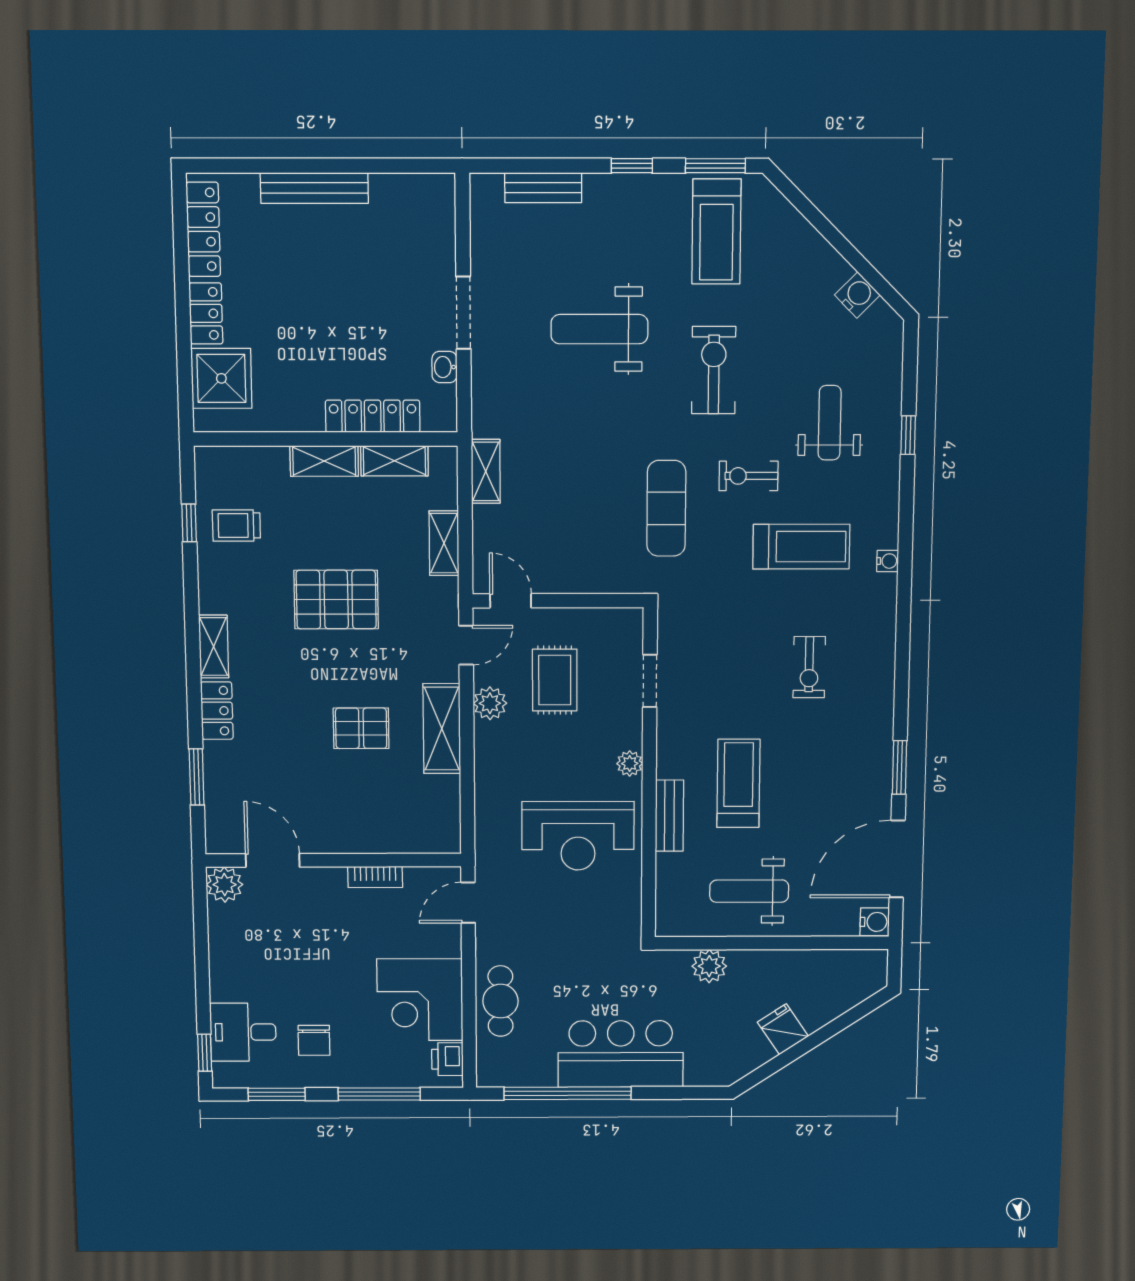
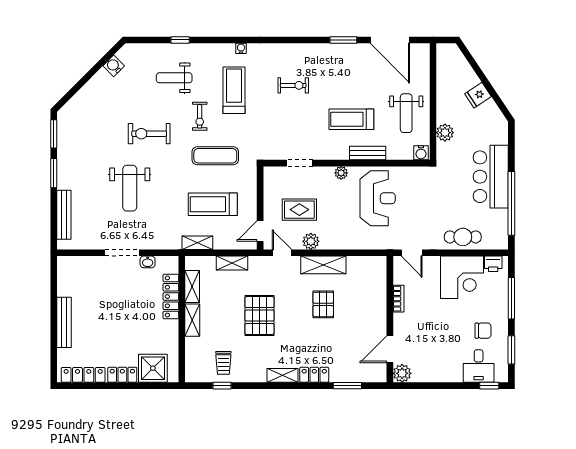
window: (632, 166) -> (54, 173), width x1.50
bench: (543, 188) -> (64, 215), width x1.36
treadmill: (716, 232) -> (213, 204), moved, turned 180
water cooler: (875, 922) -> (421, 153), moved, turned 180

